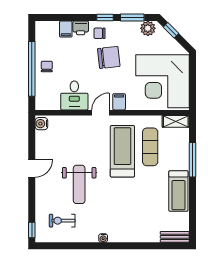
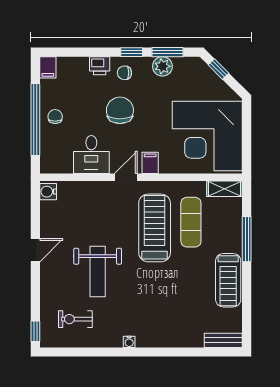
plant: (148, 28) -> (162, 66), moved
filing cabinet: (66, 29) -> (48, 67), moved
chair: (109, 57) -> (120, 110), moved, turned -84

